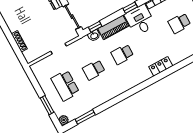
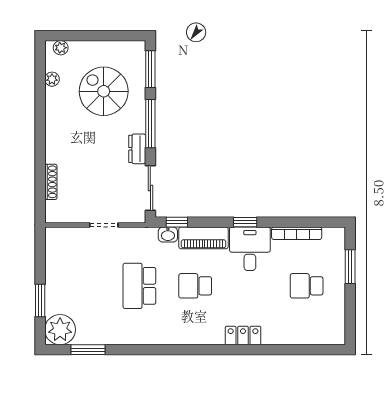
school desk: (94, 70) -> (139, 286), width x1.85
school desk: (65, 85) -> (84, 286), removed
plant: (64, 120) -> (60, 330), width x1.88, depth x1.88

